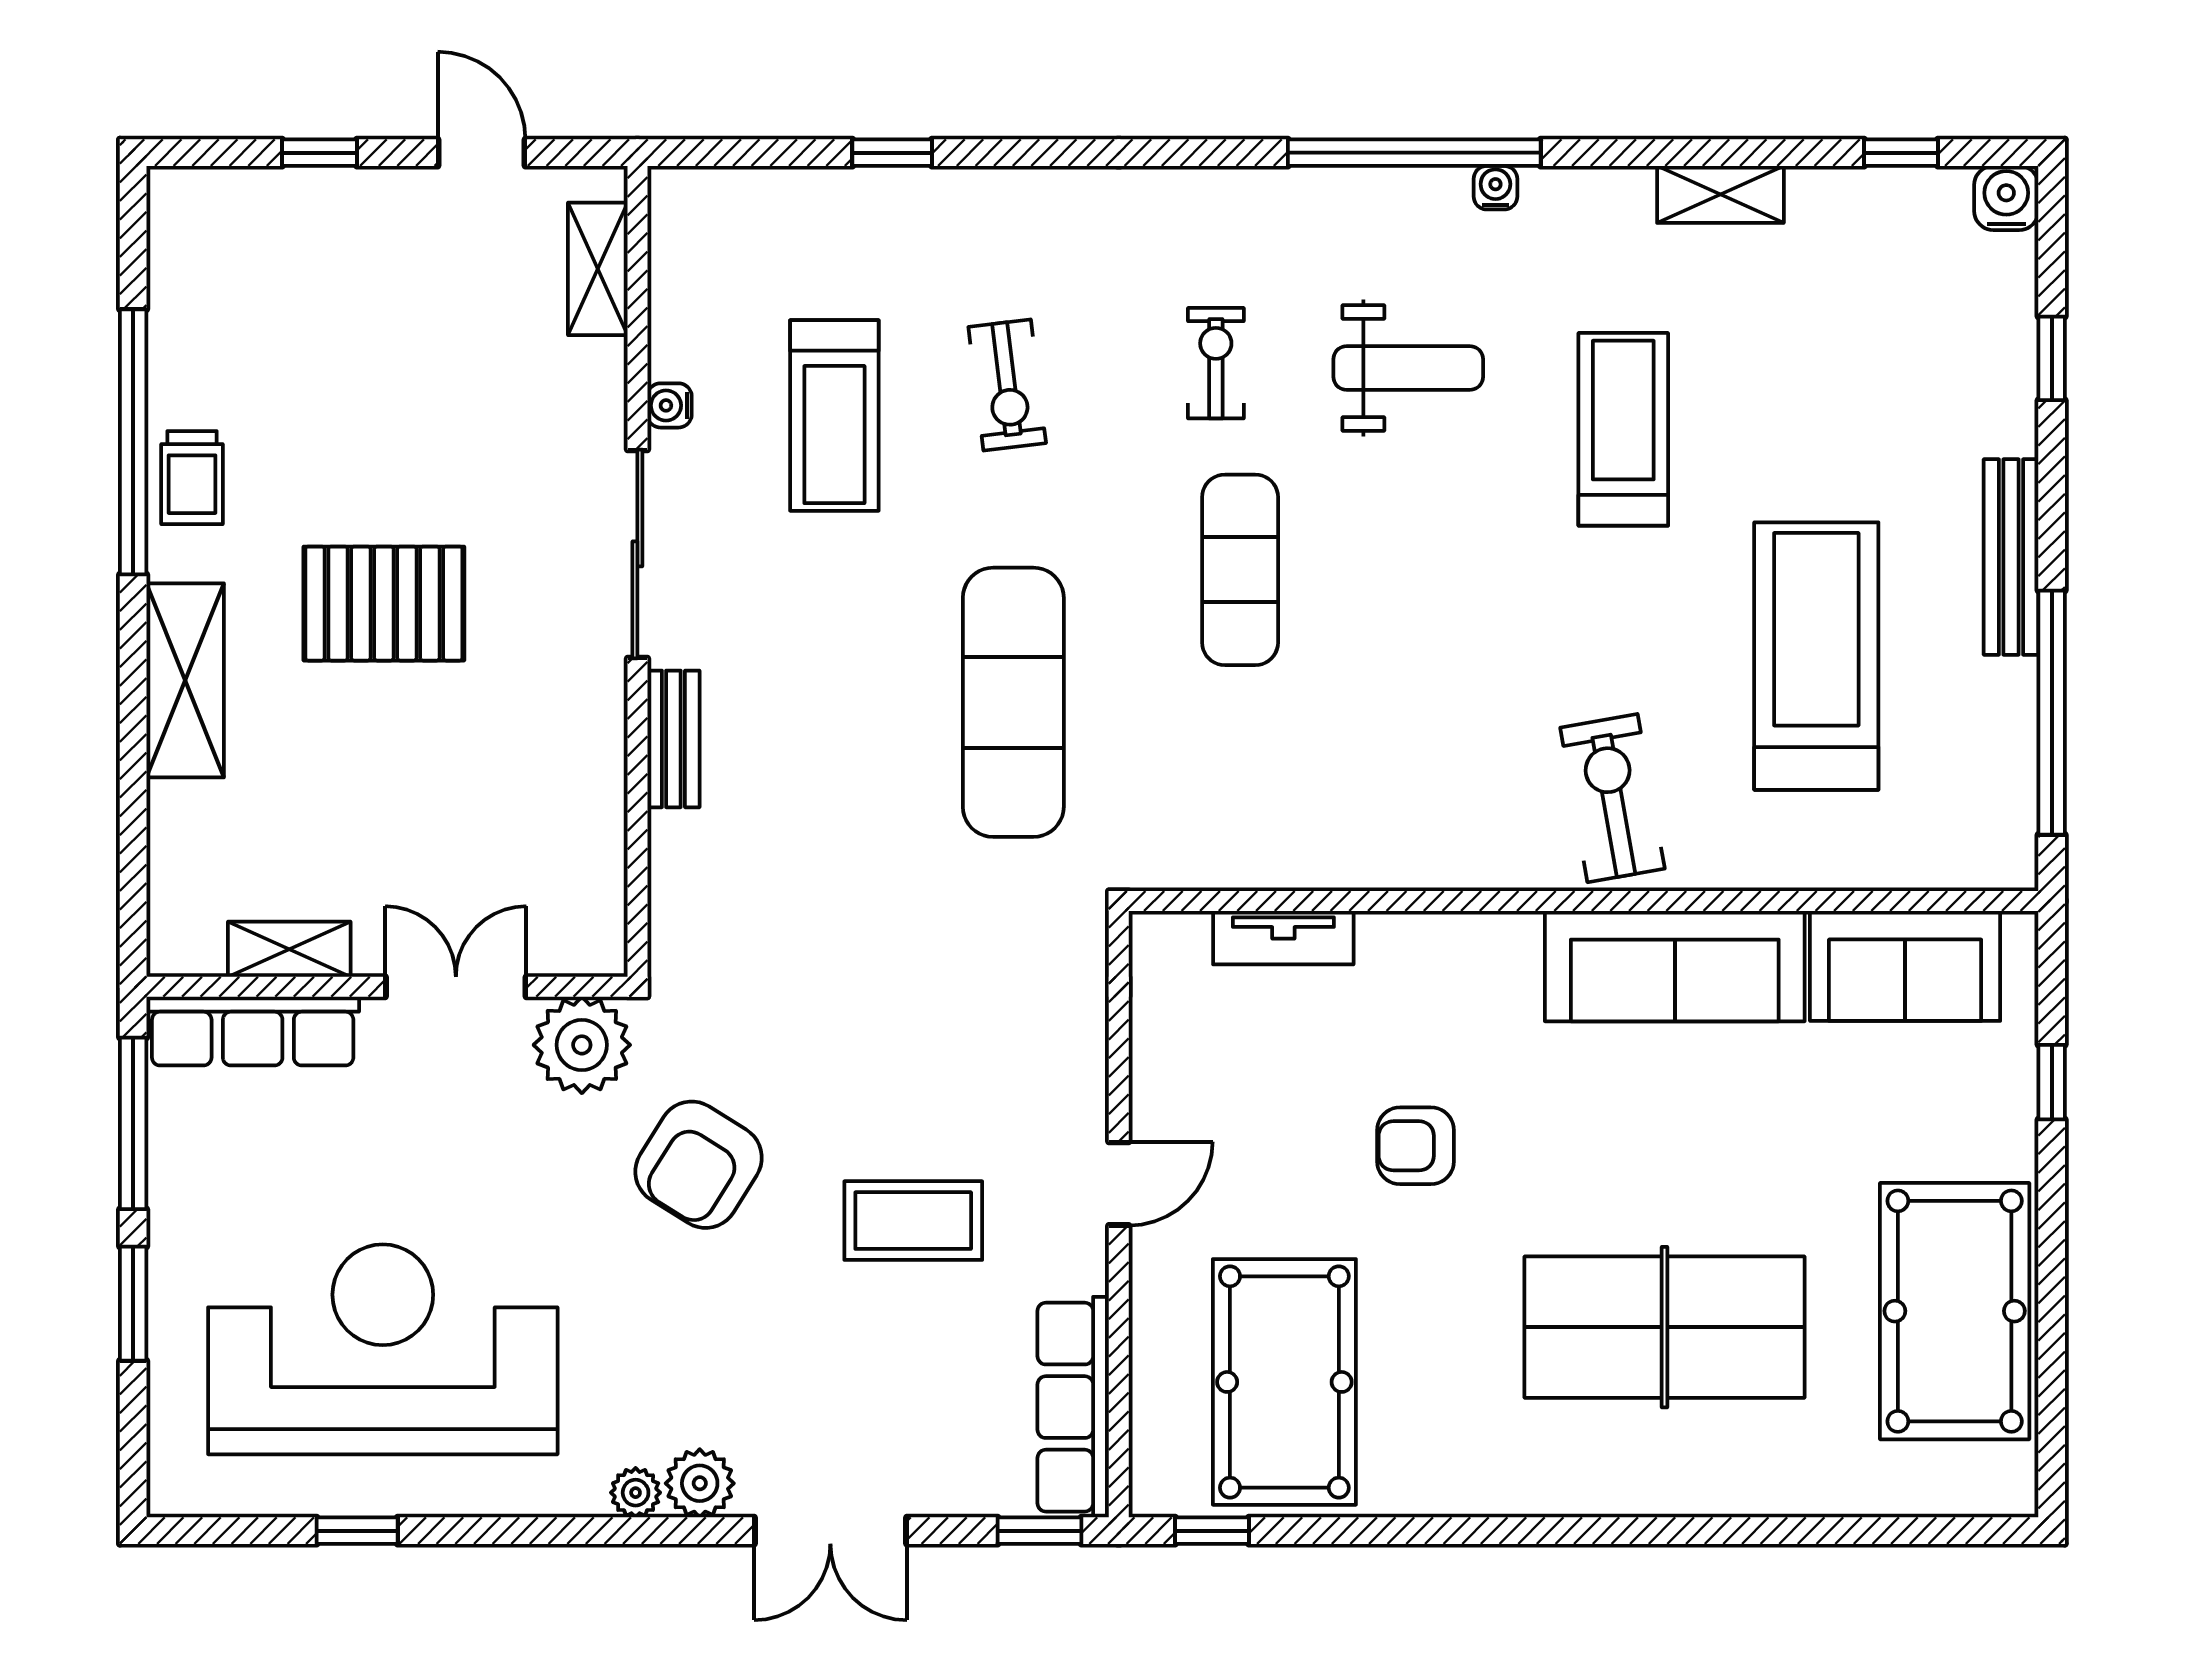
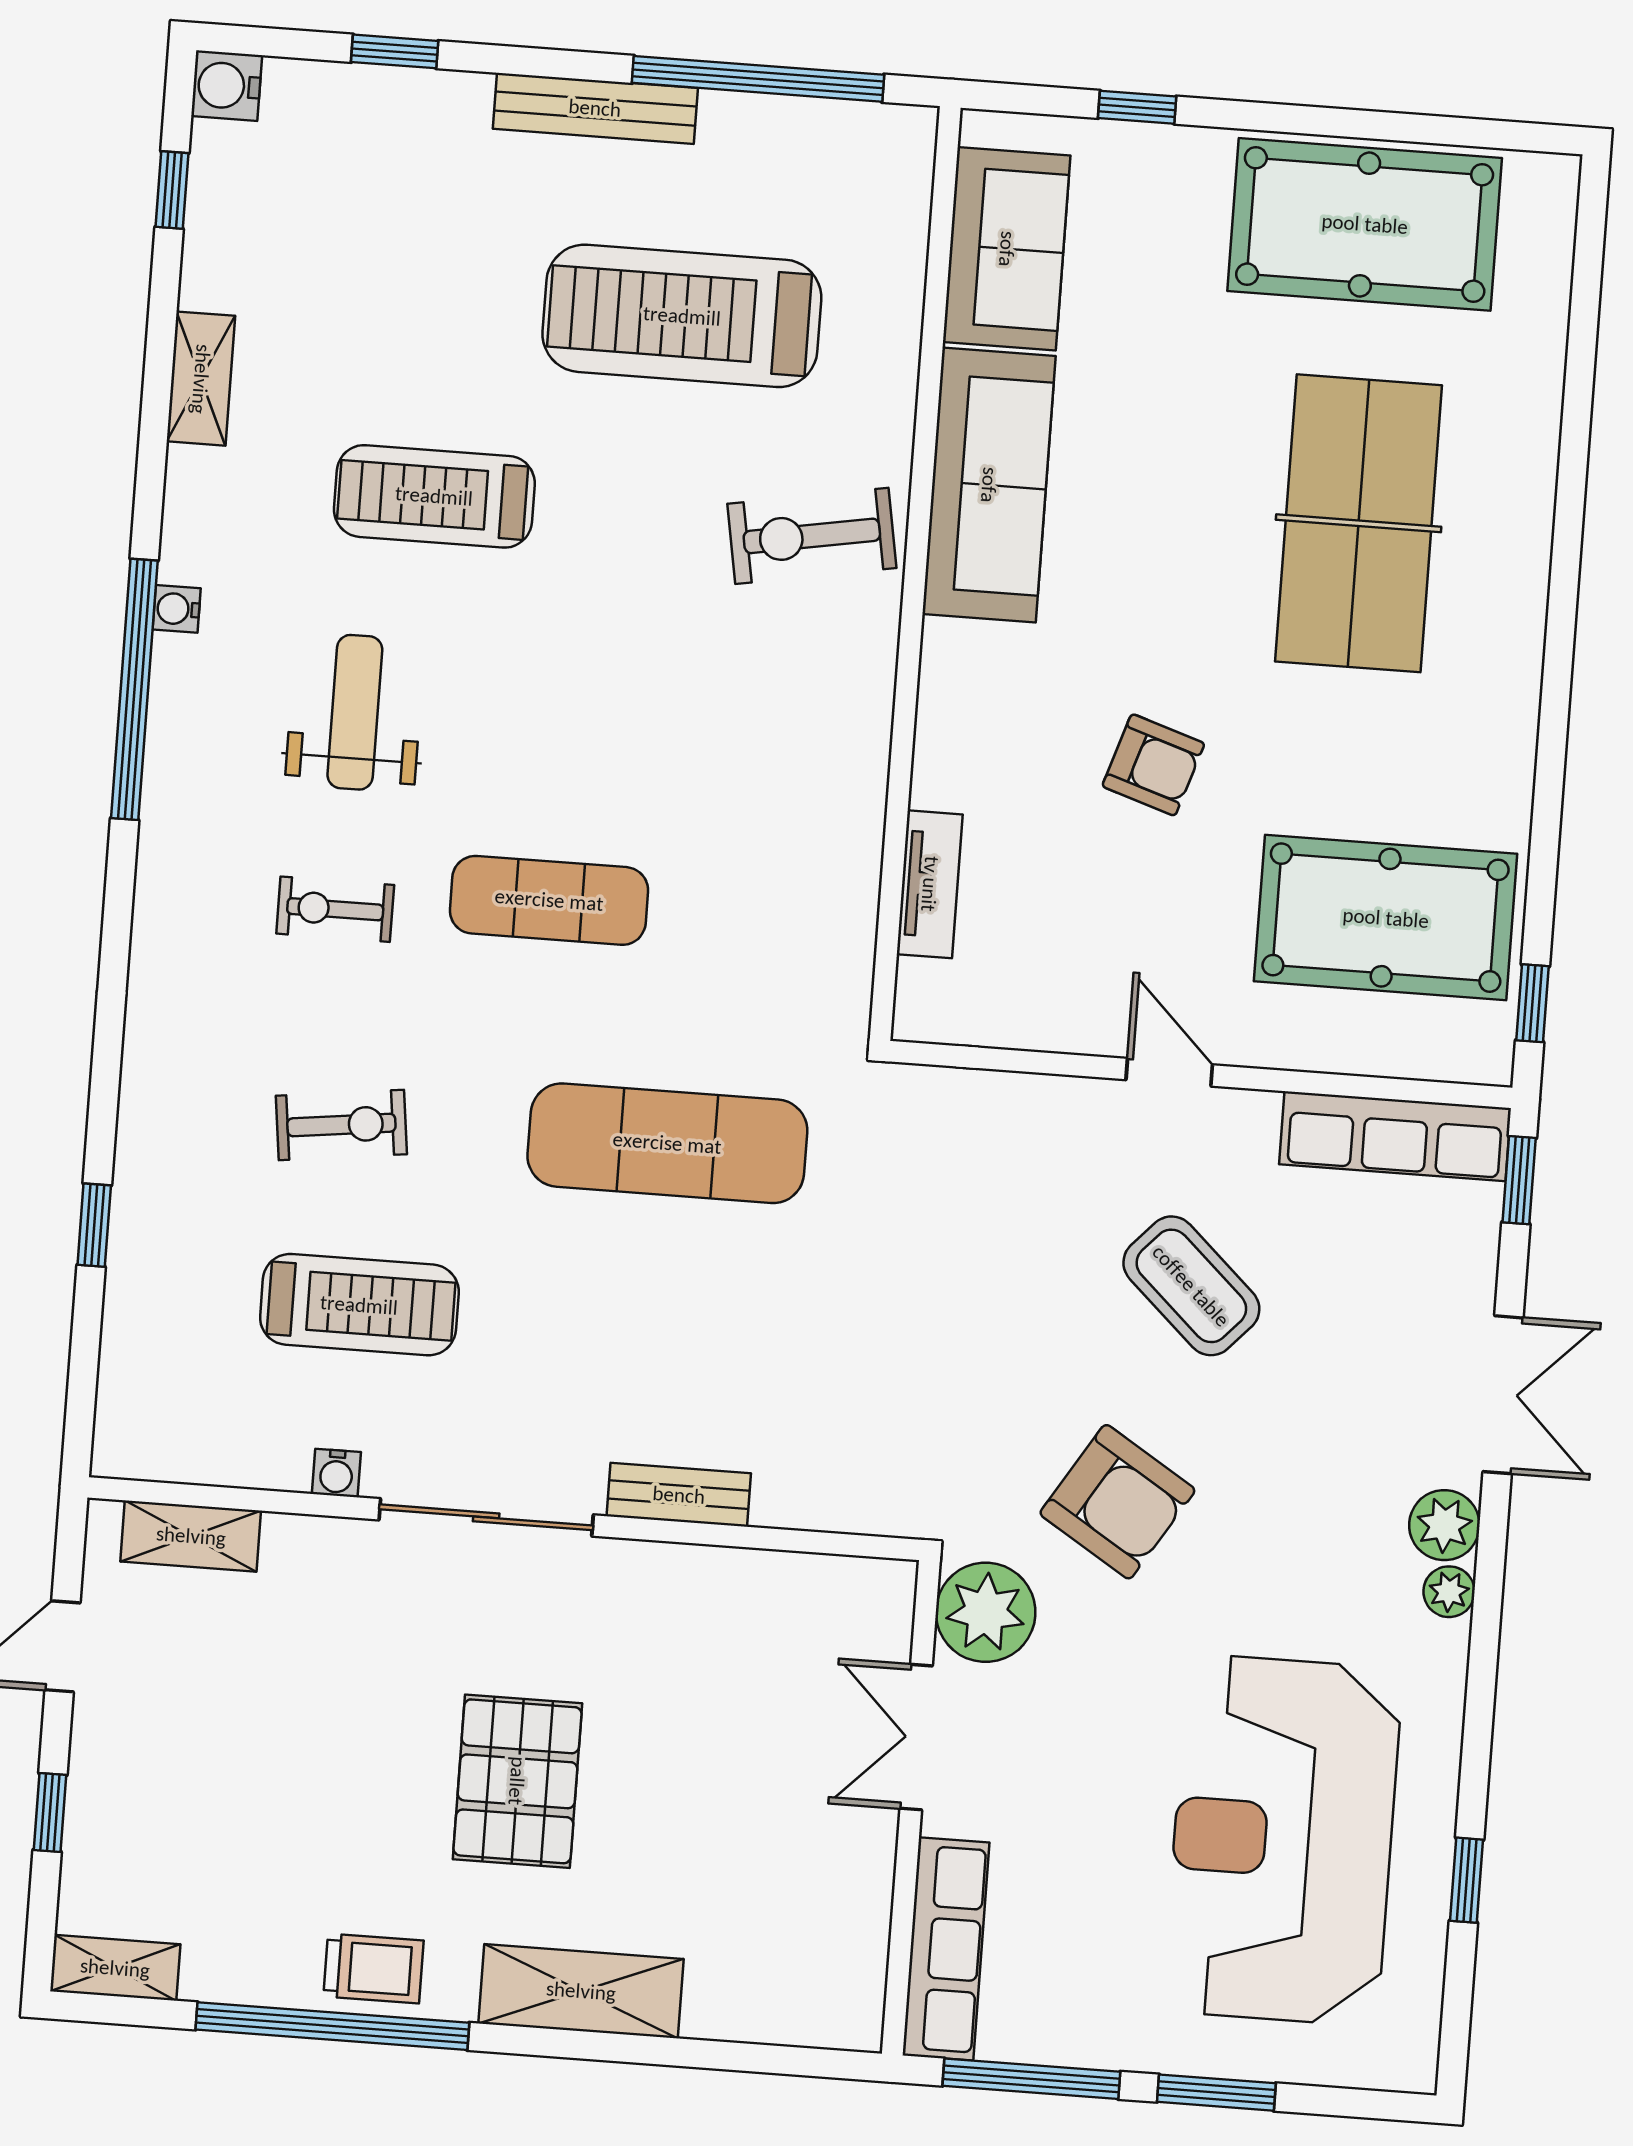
shelving: (289, 949) -> (115, 1968), moved, turned 90
armchair: (1415, 1146) -> (1153, 765), turned -72
coffee table: (913, 1221) -> (1191, 1286), turned -47

